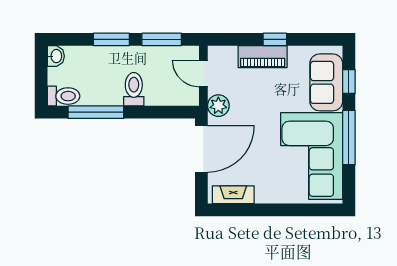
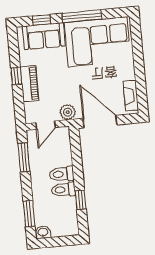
window: (111, 39) -> (29, 214), moved
toilet: (64, 96) -> (63, 190), moved, turned -90
window: (96, 112) -> (81, 200), width x0.46

